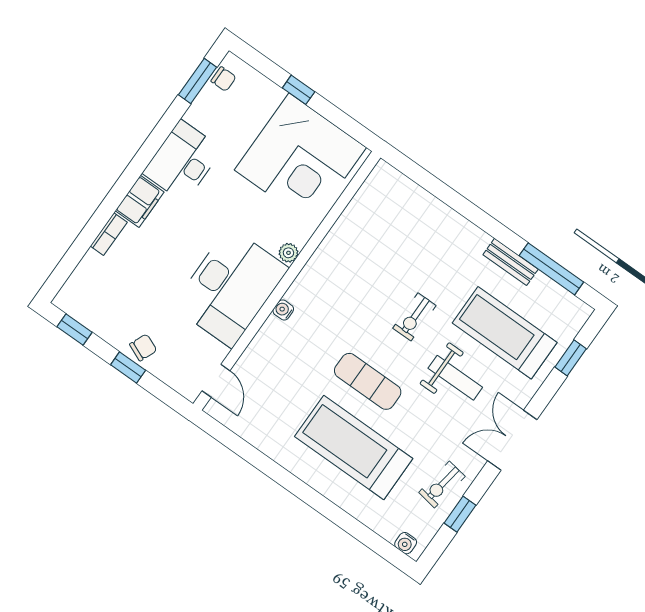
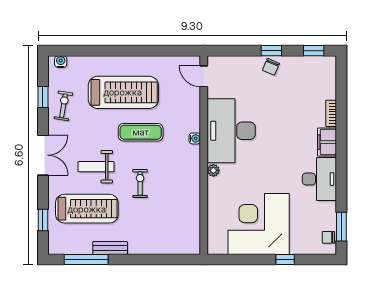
plant: (288, 253) -> (213, 170), moved
wall: (287, 281) -> (204, 155), moved
desk: (230, 287) -> (231, 131), moved
water cooler: (283, 310) -> (195, 138), moved
door: (216, 381) -> (204, 76), moved

